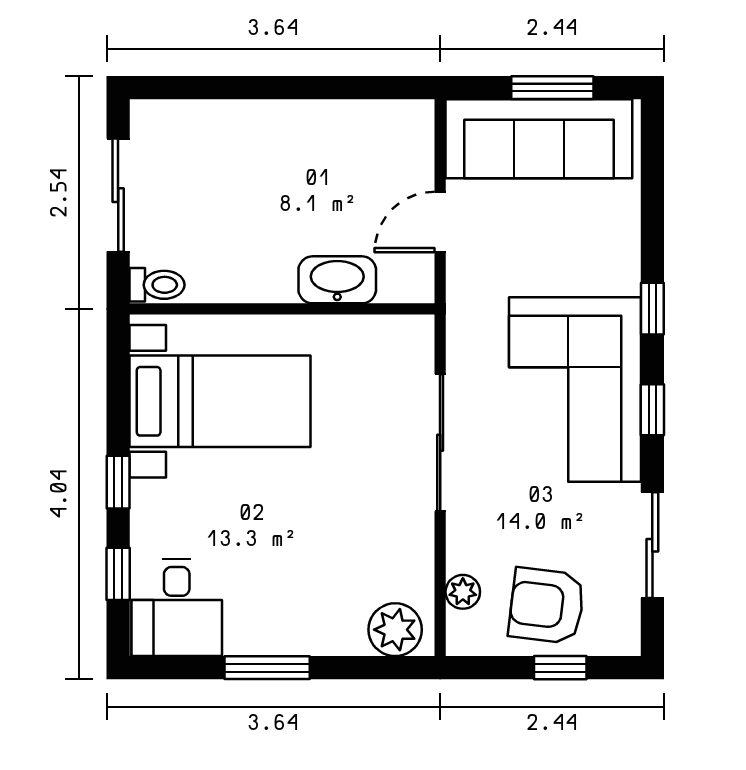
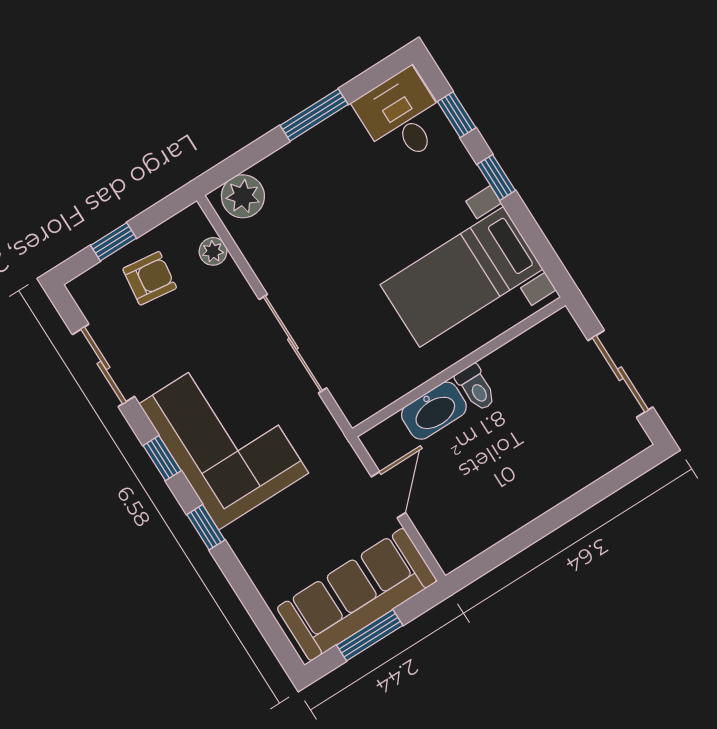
toilet: (157, 285) -> (476, 388), moved, turned -90
armchair: (547, 606) -> (150, 278), width x0.72, depth x0.72

